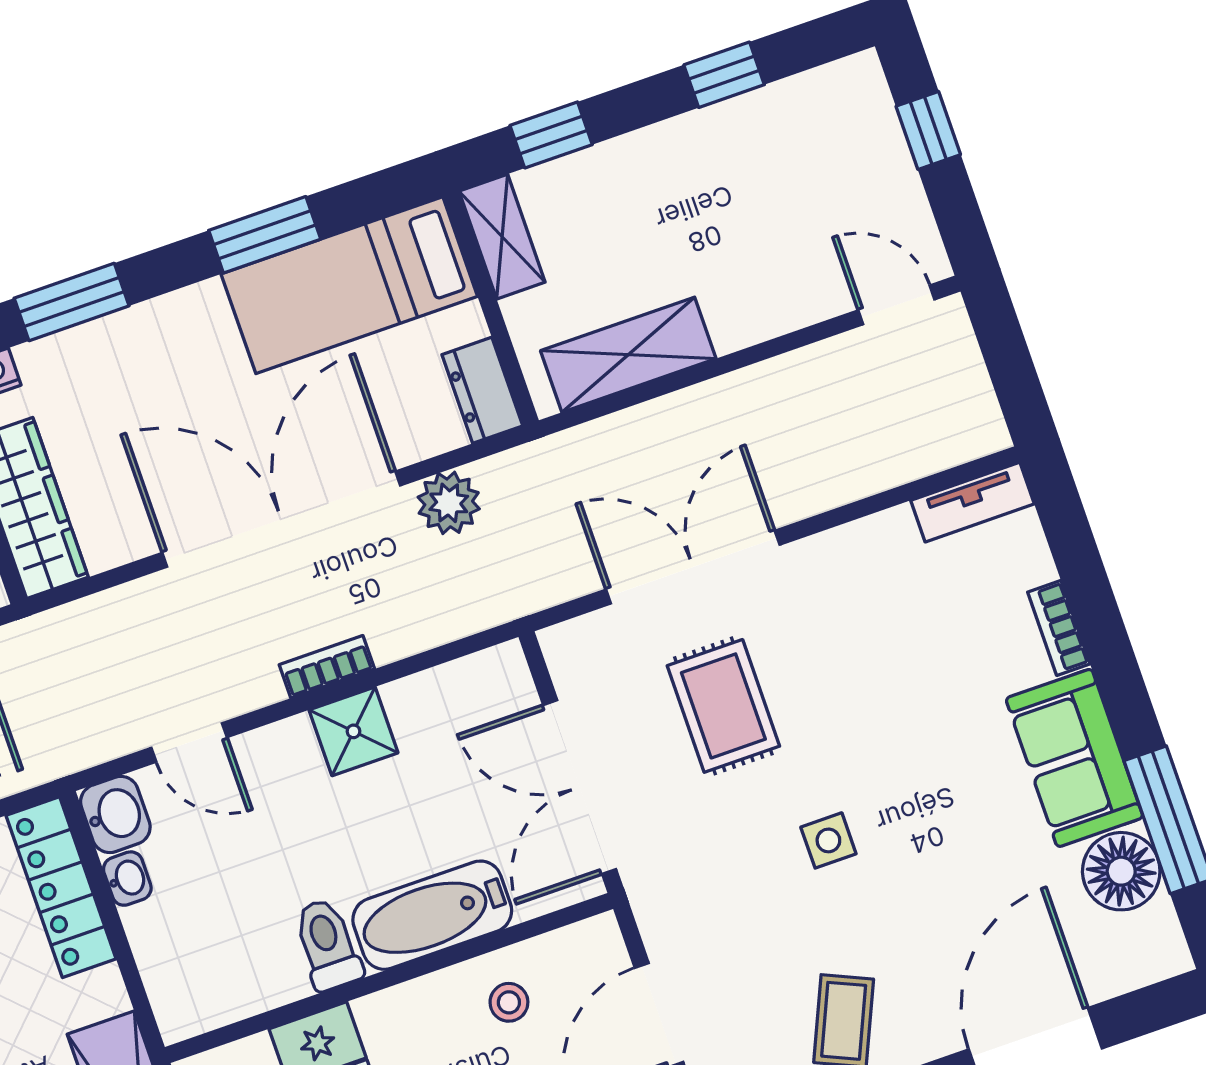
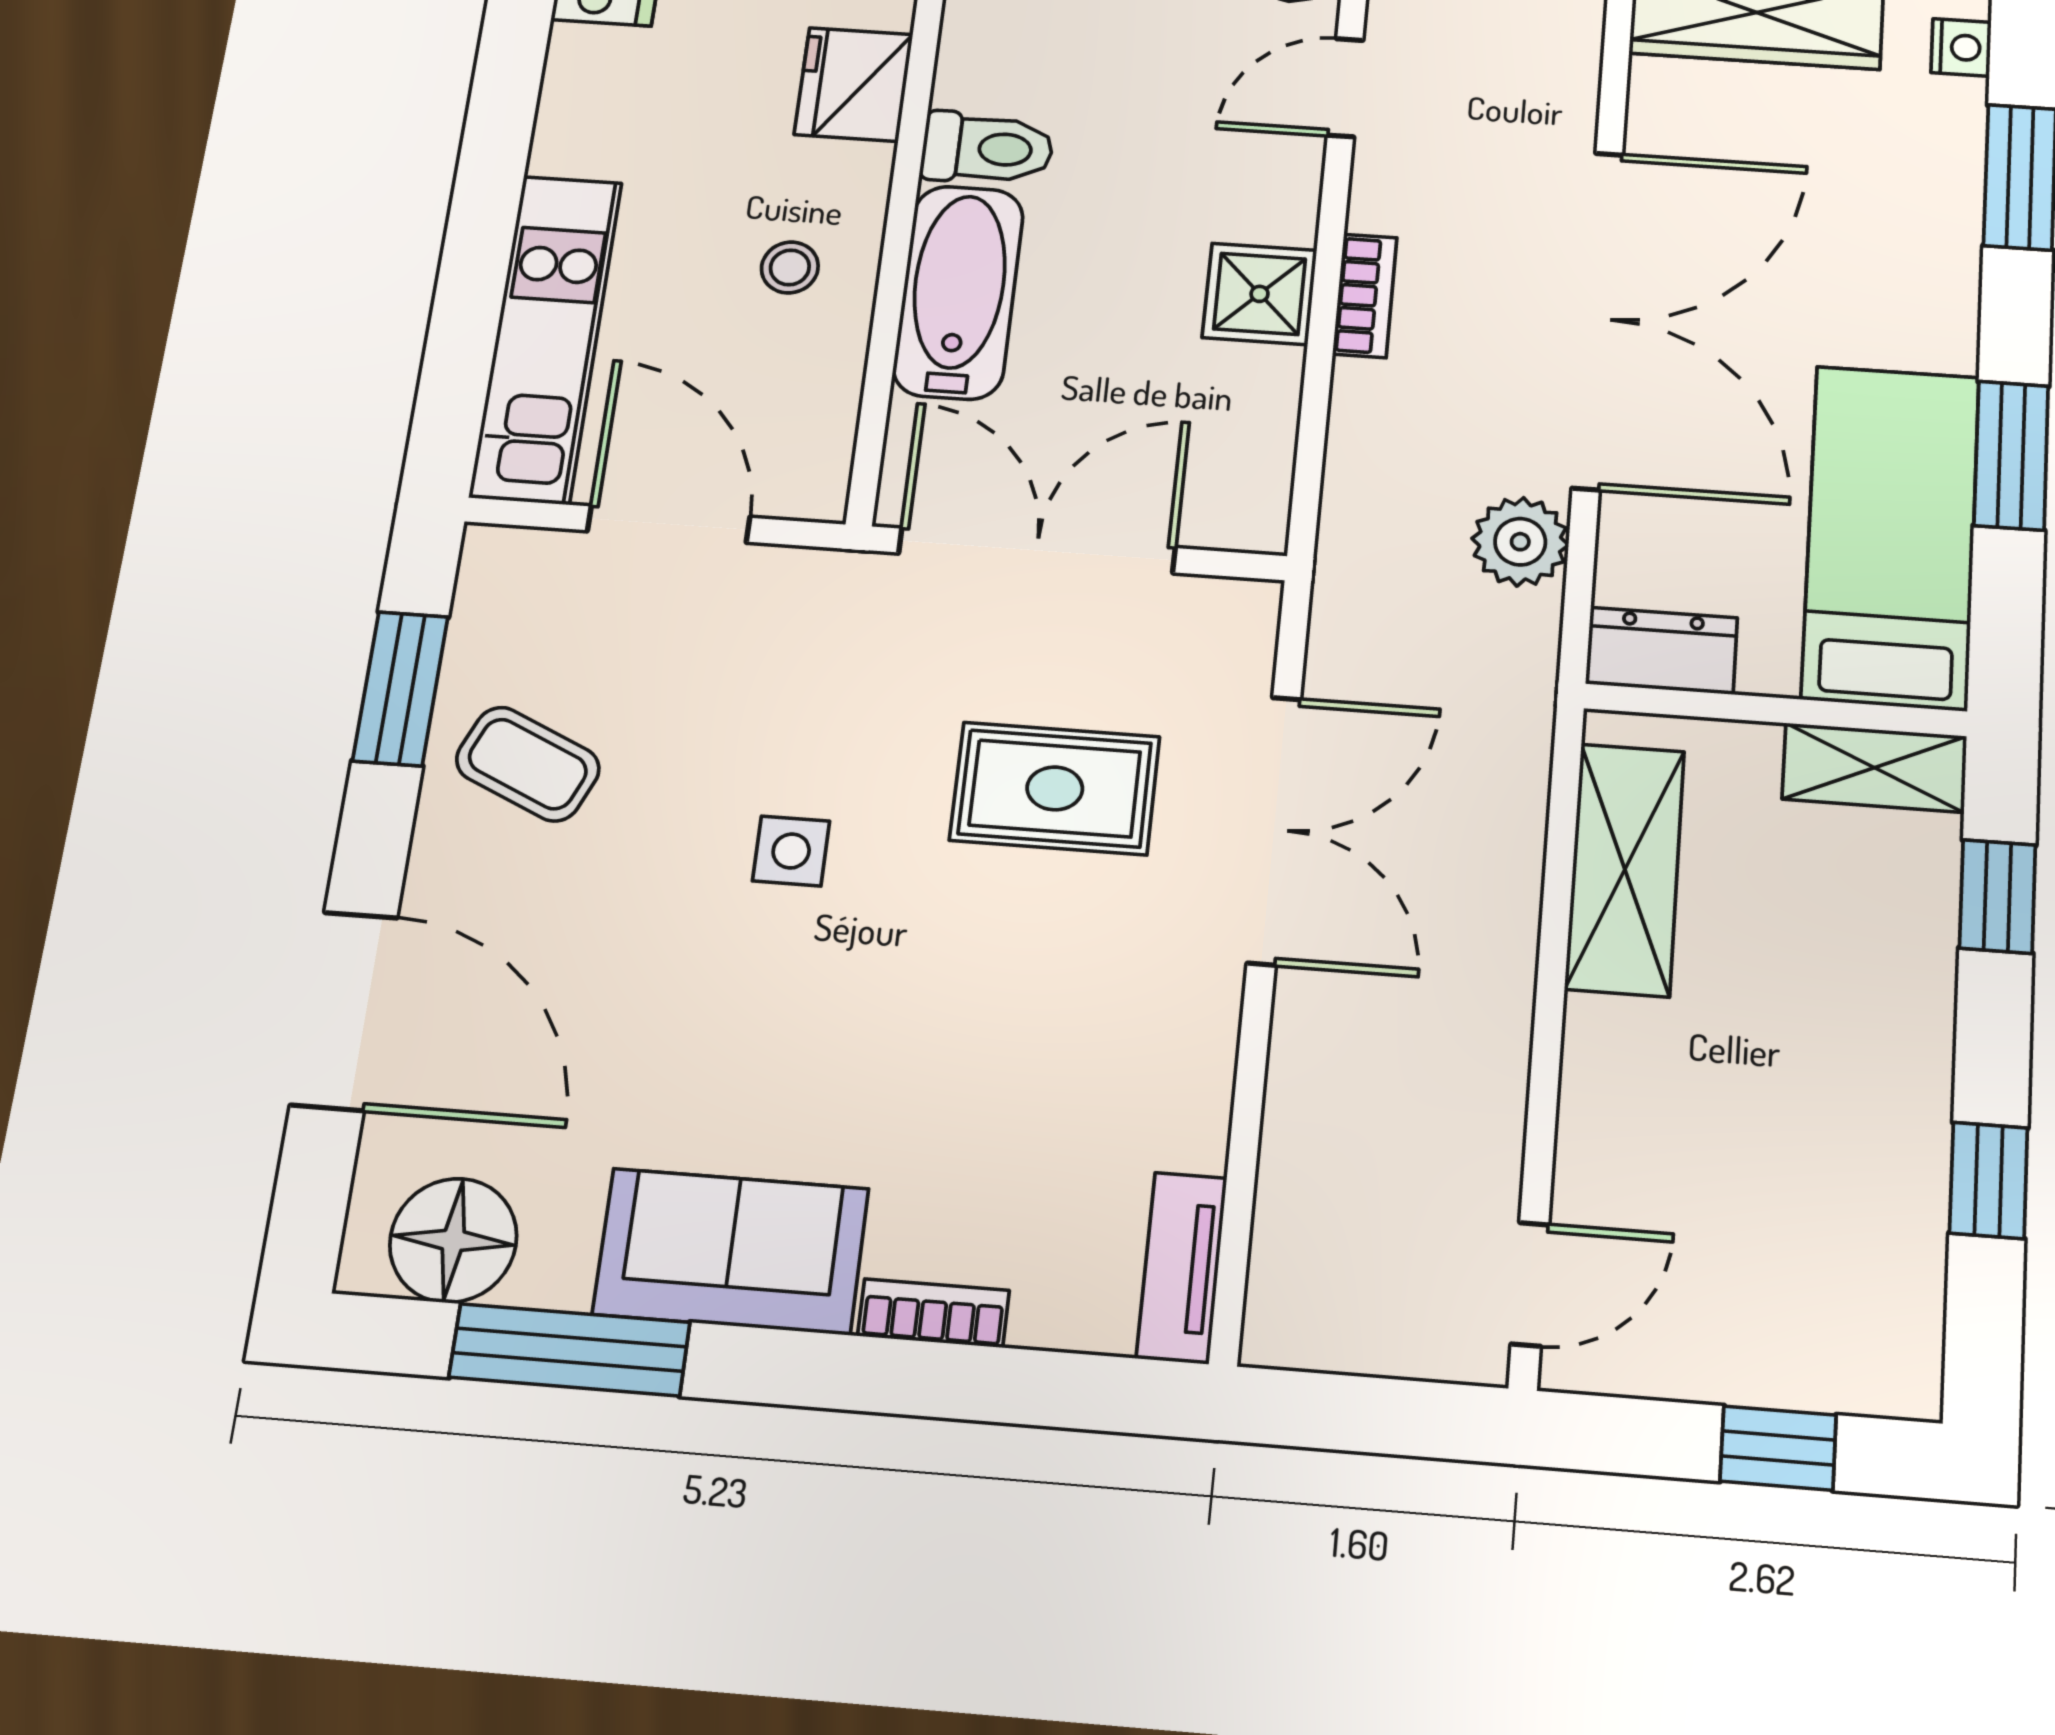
floor lamp: (1121, 871) -> (453, 1240), moved
stool: (509, 1002) -> (790, 267), moved

